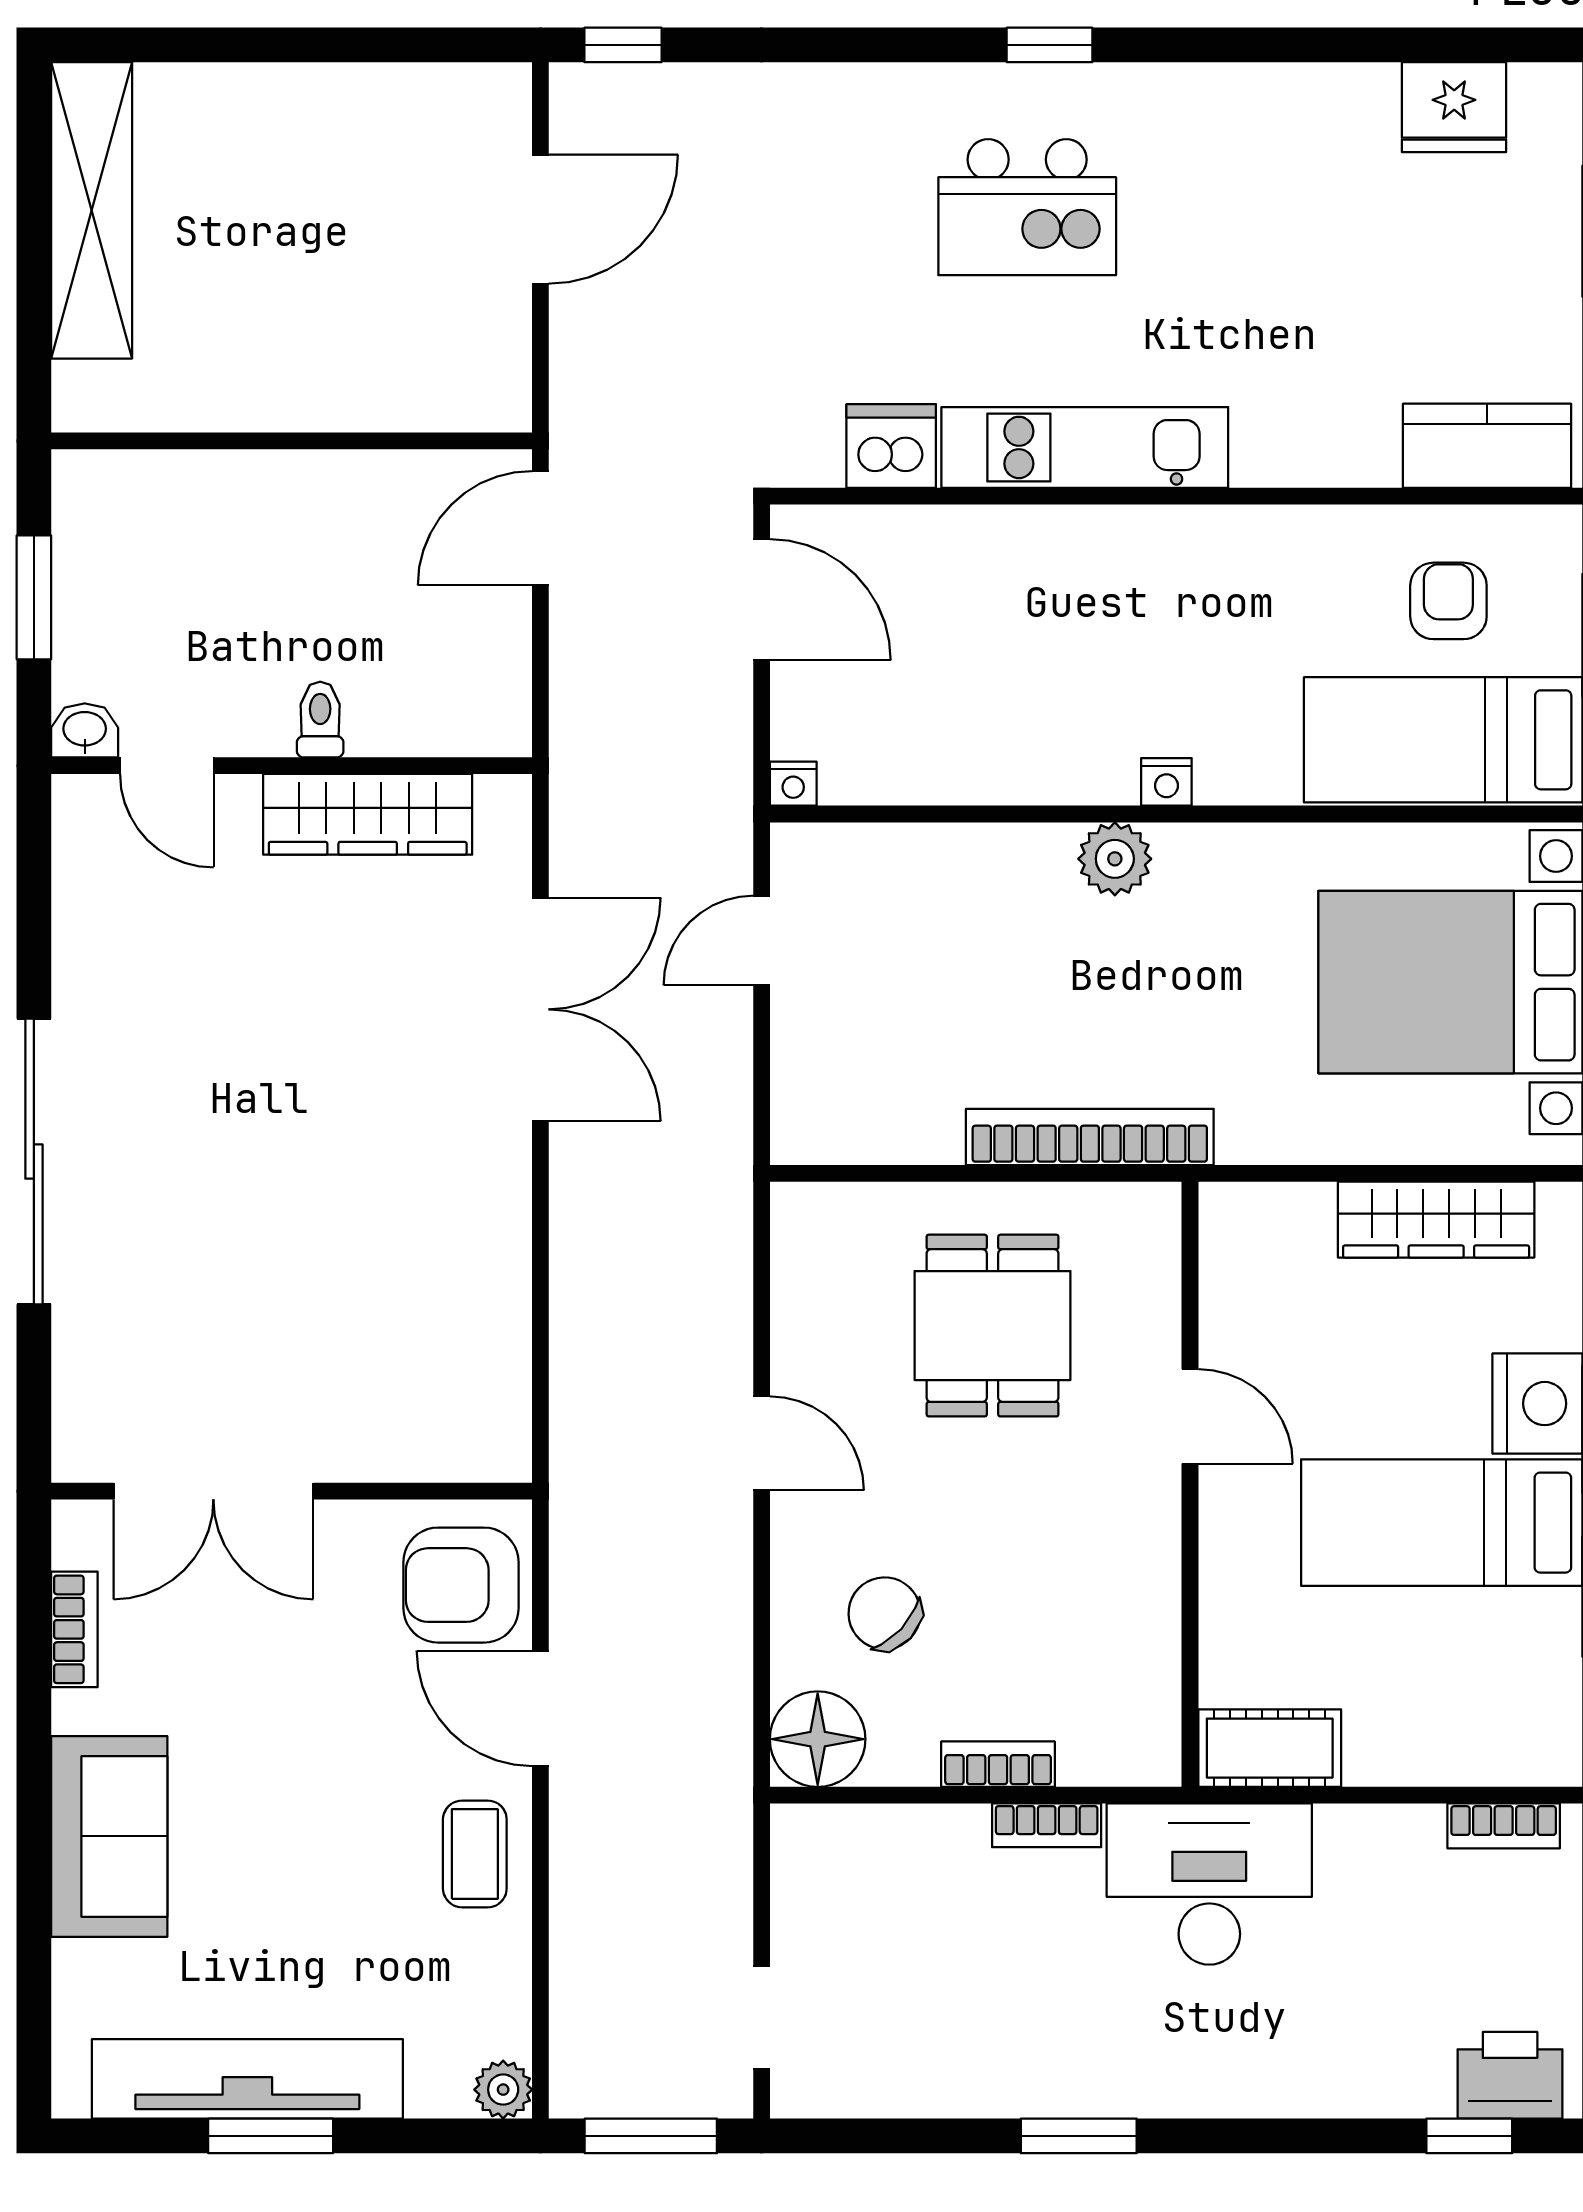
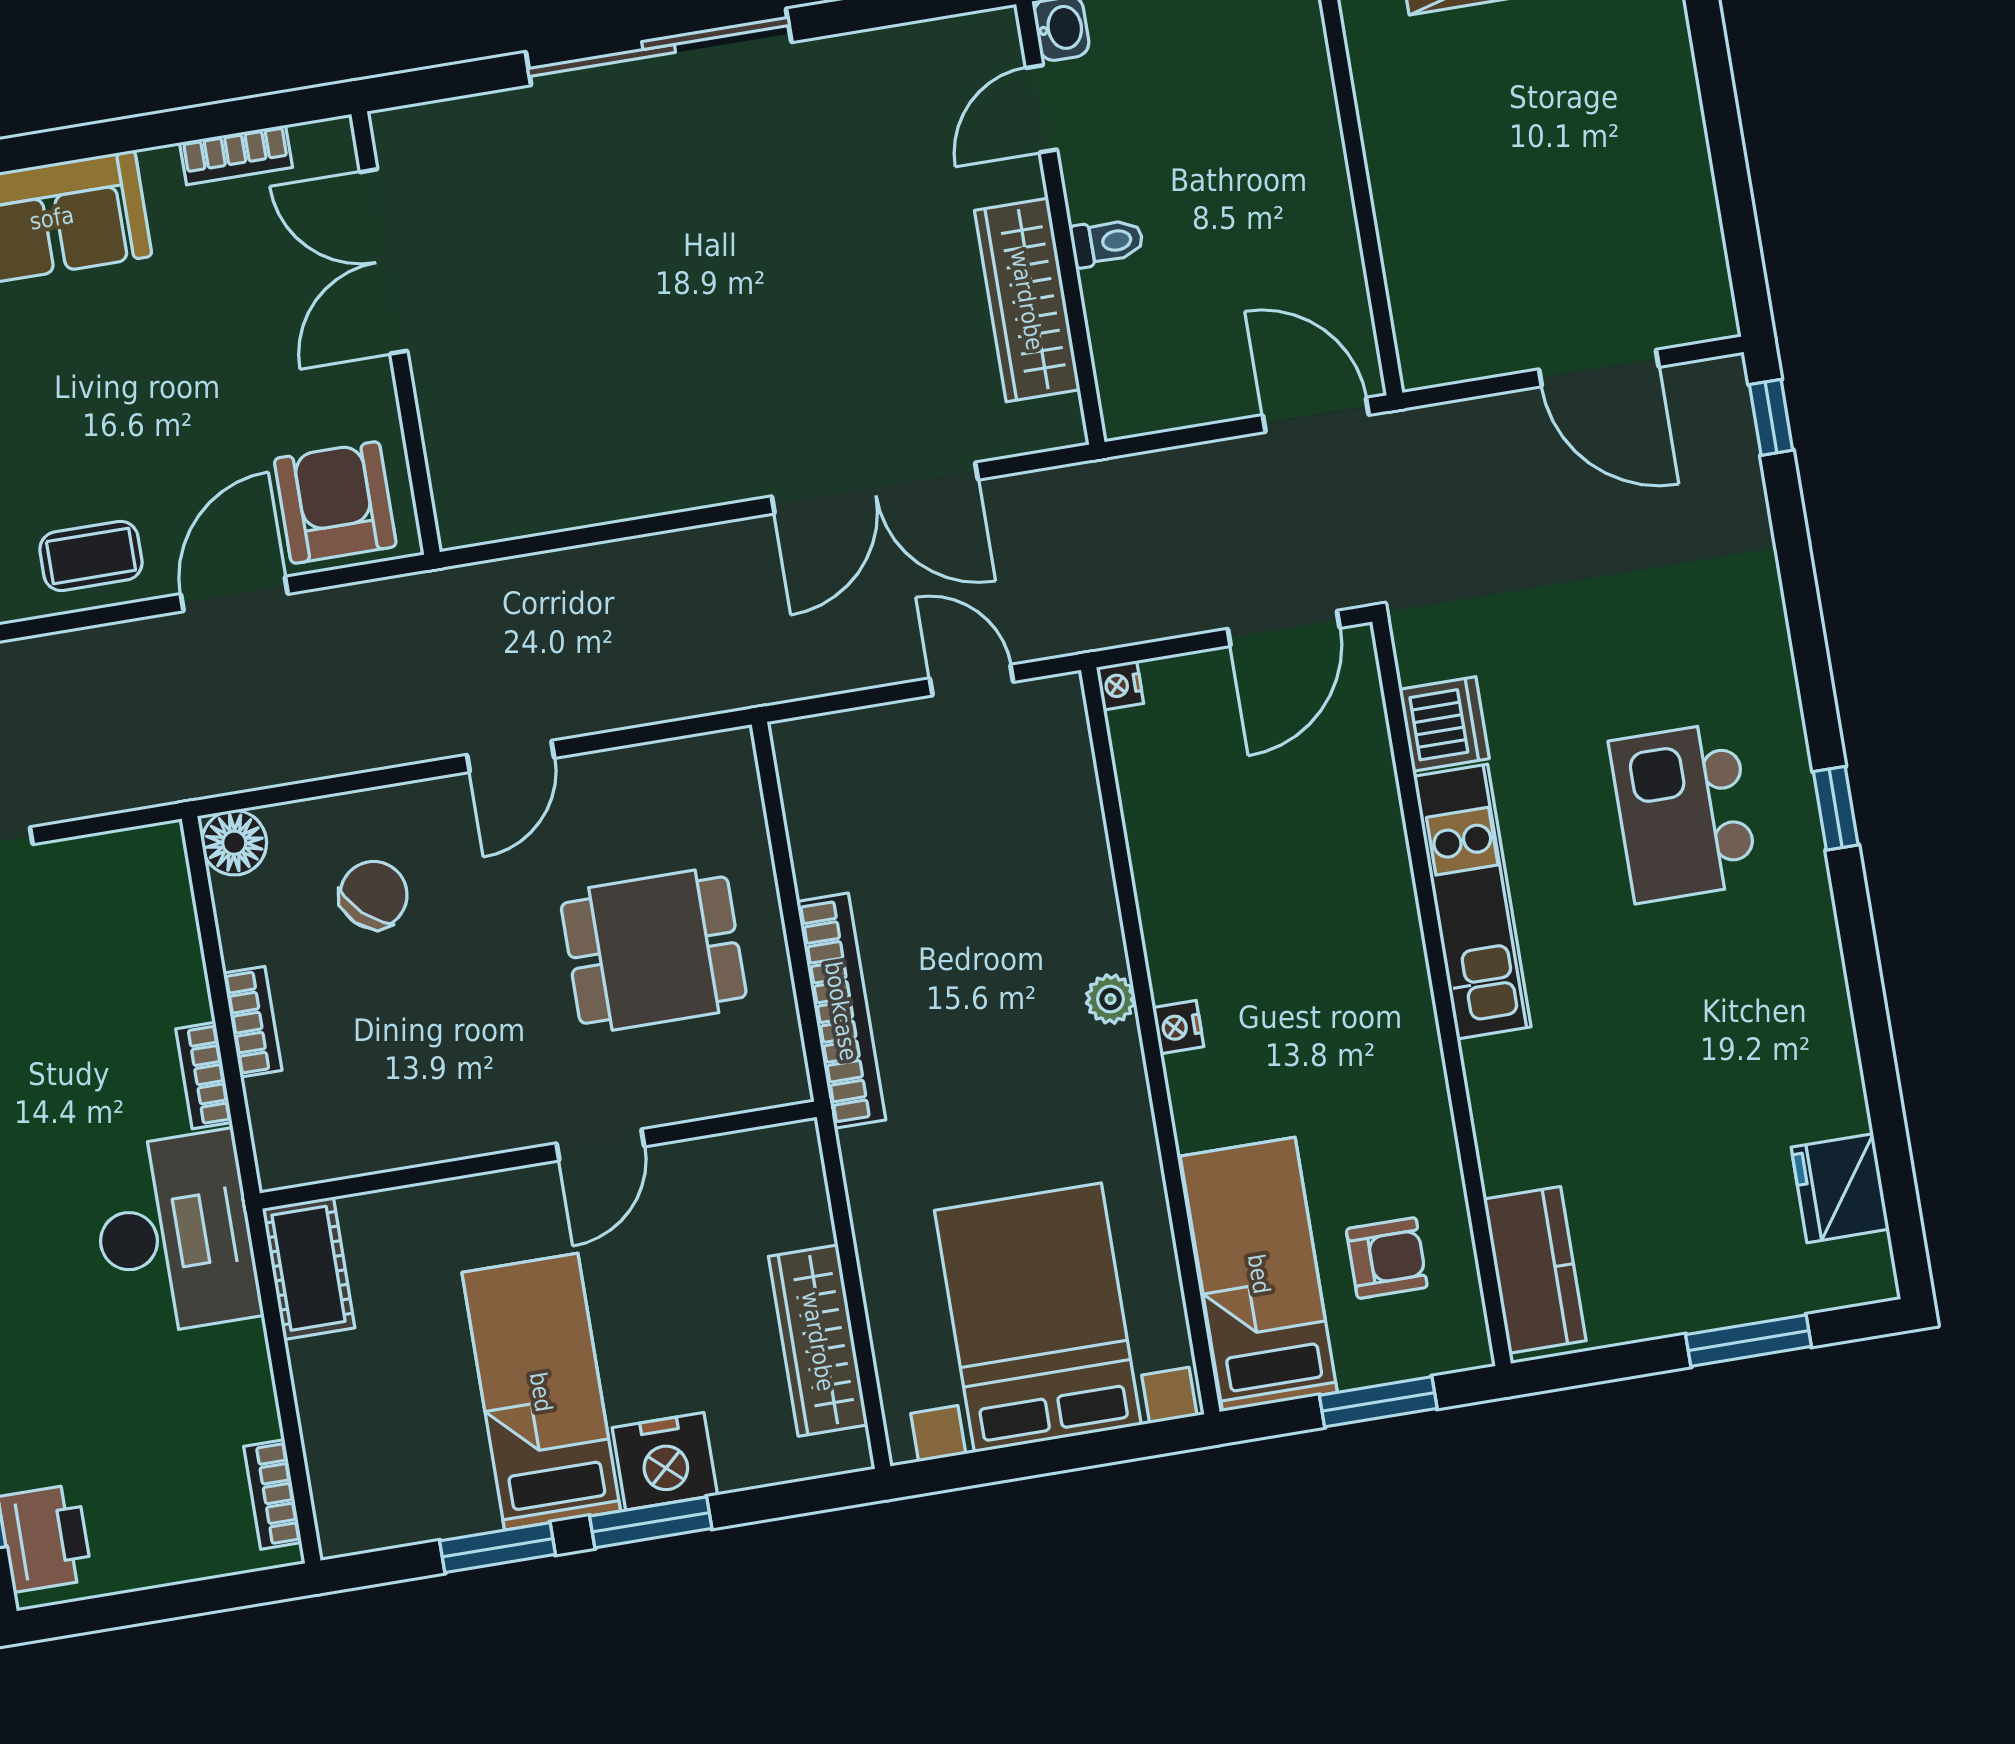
plant: (1115, 859) -> (1110, 999), width x0.73, depth x0.73
floor lamp: (818, 1739) -> (234, 843), width x0.73, depth x0.73

